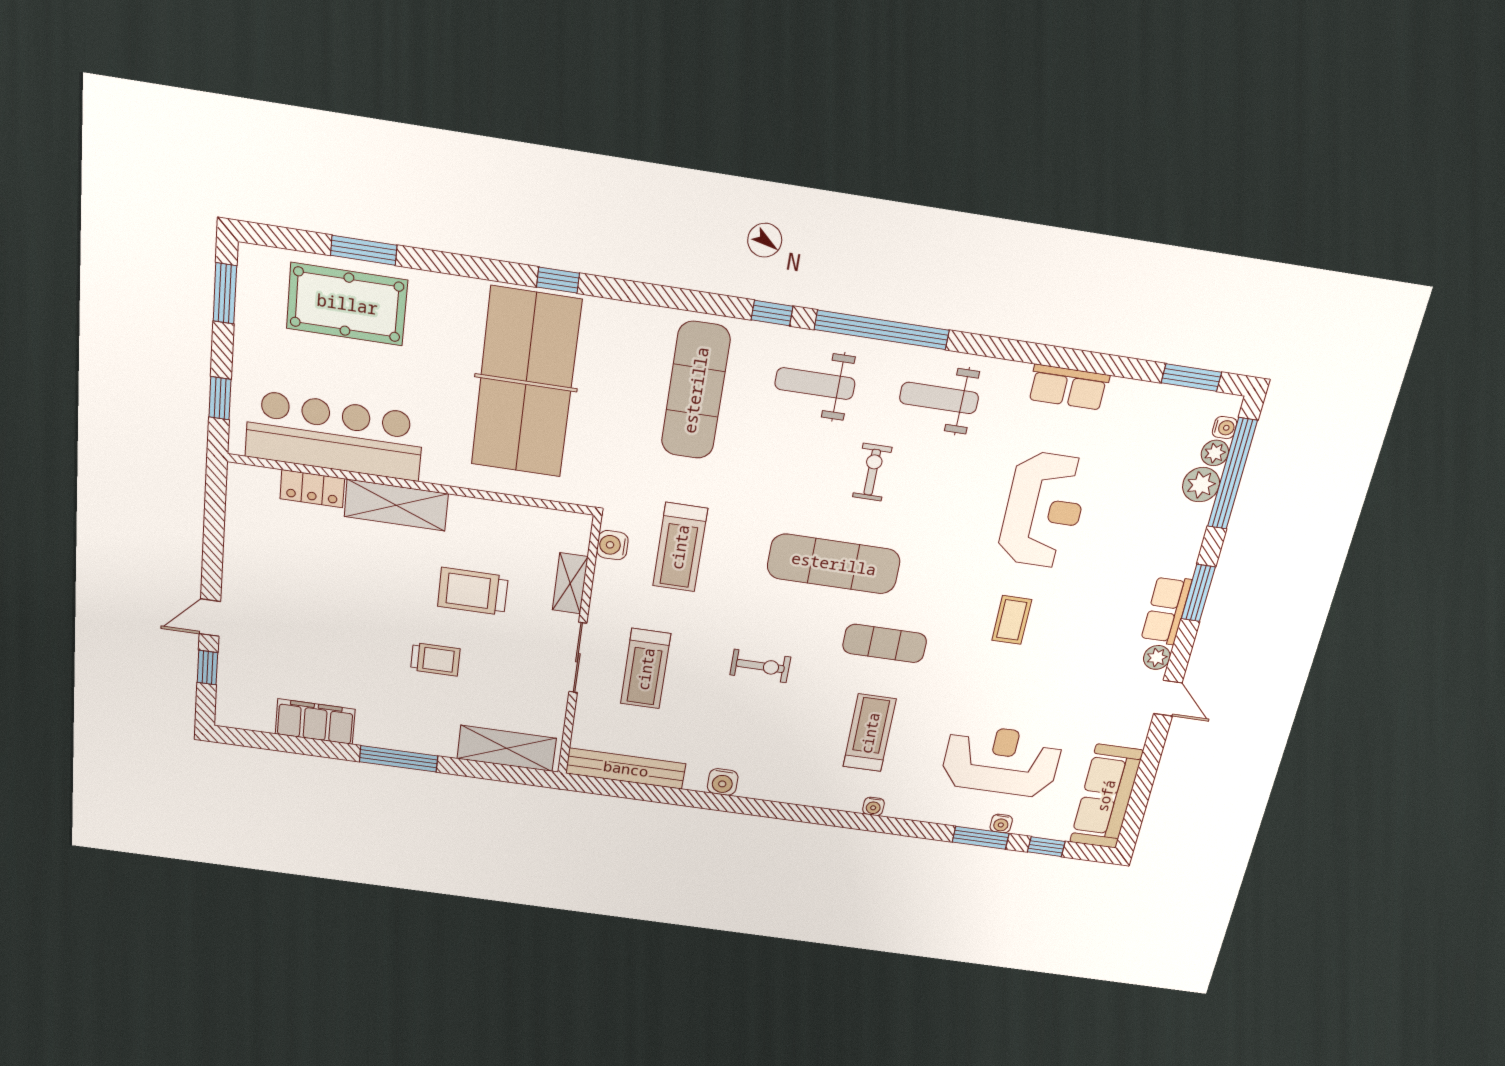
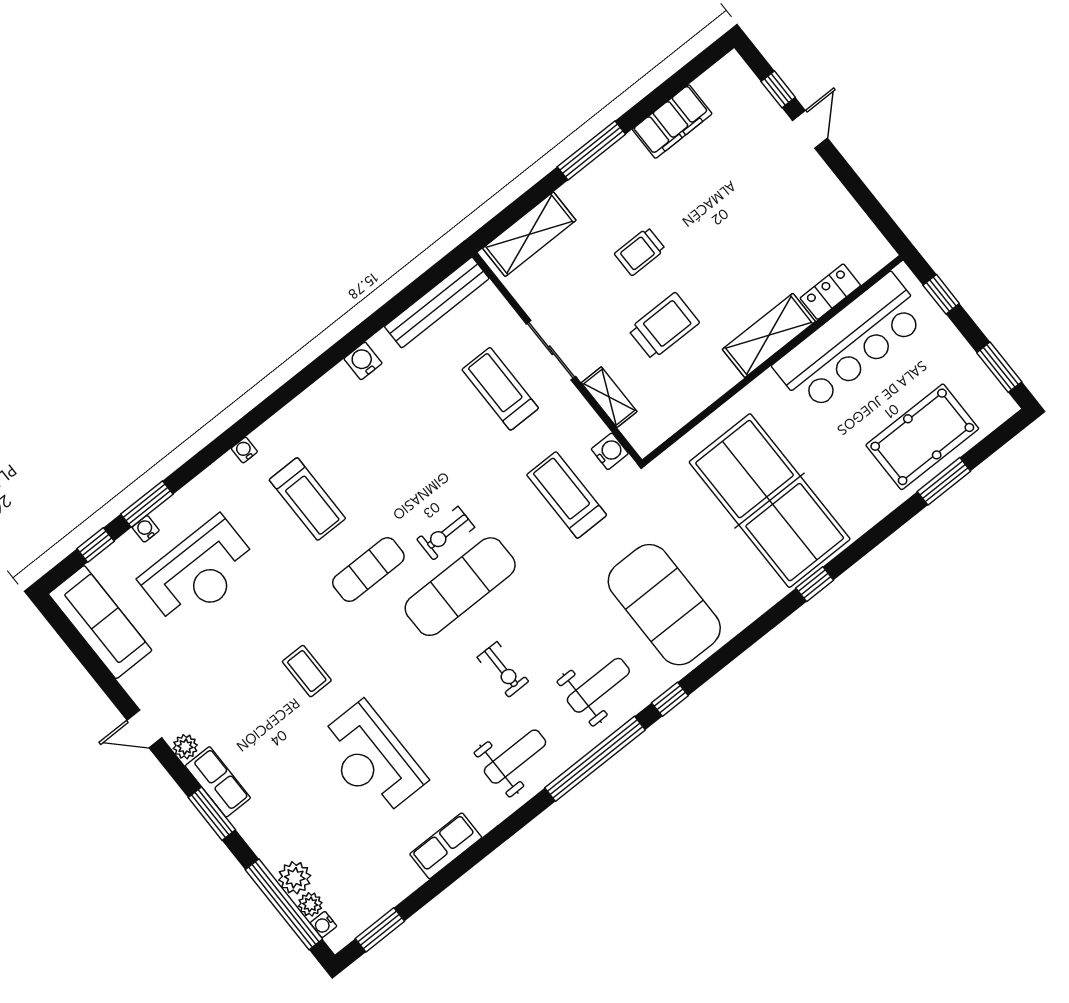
exercise mat: (696, 390) -> (664, 605), width x1.47
exercise bike: (760, 666) -> (446, 533), moved

